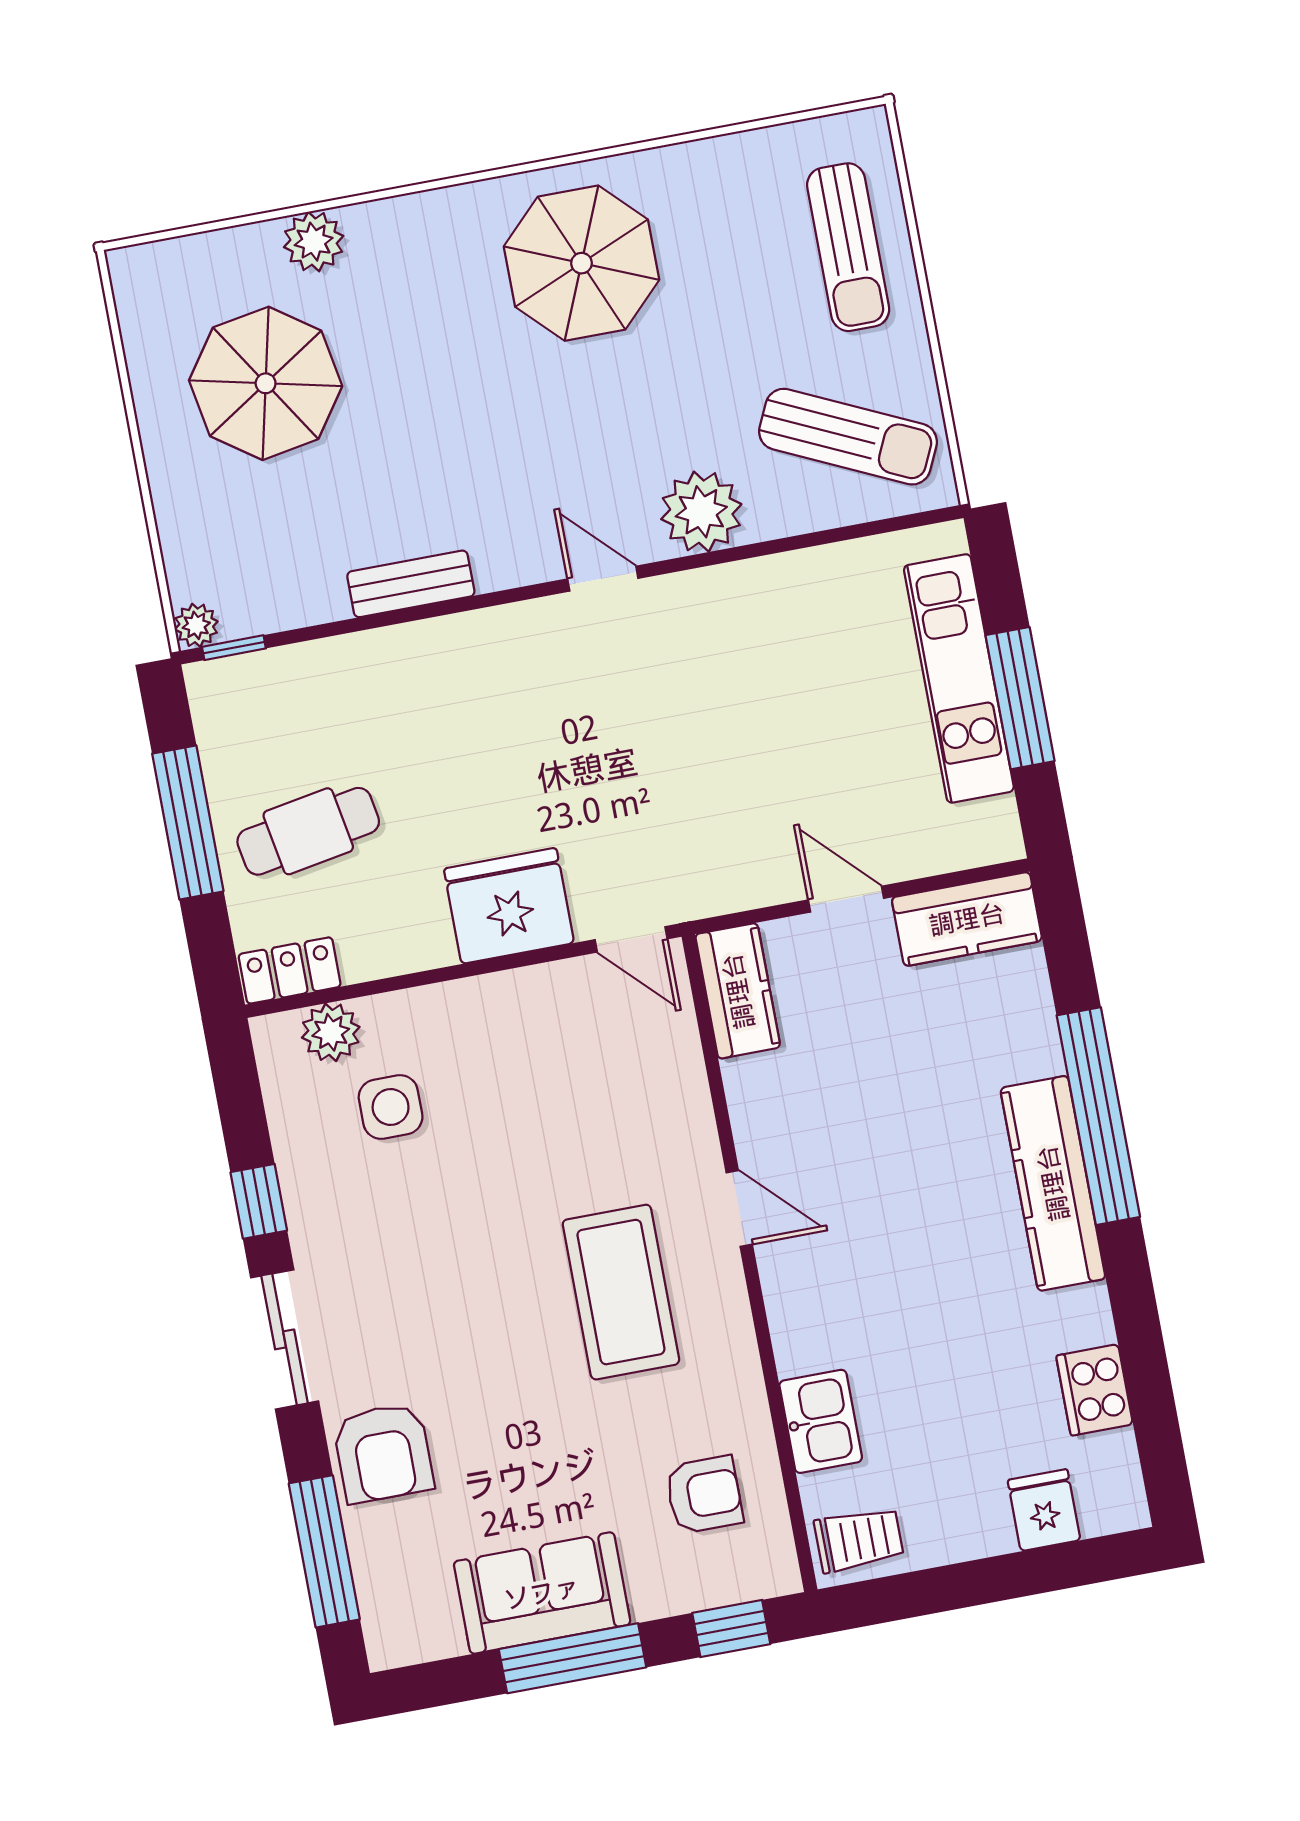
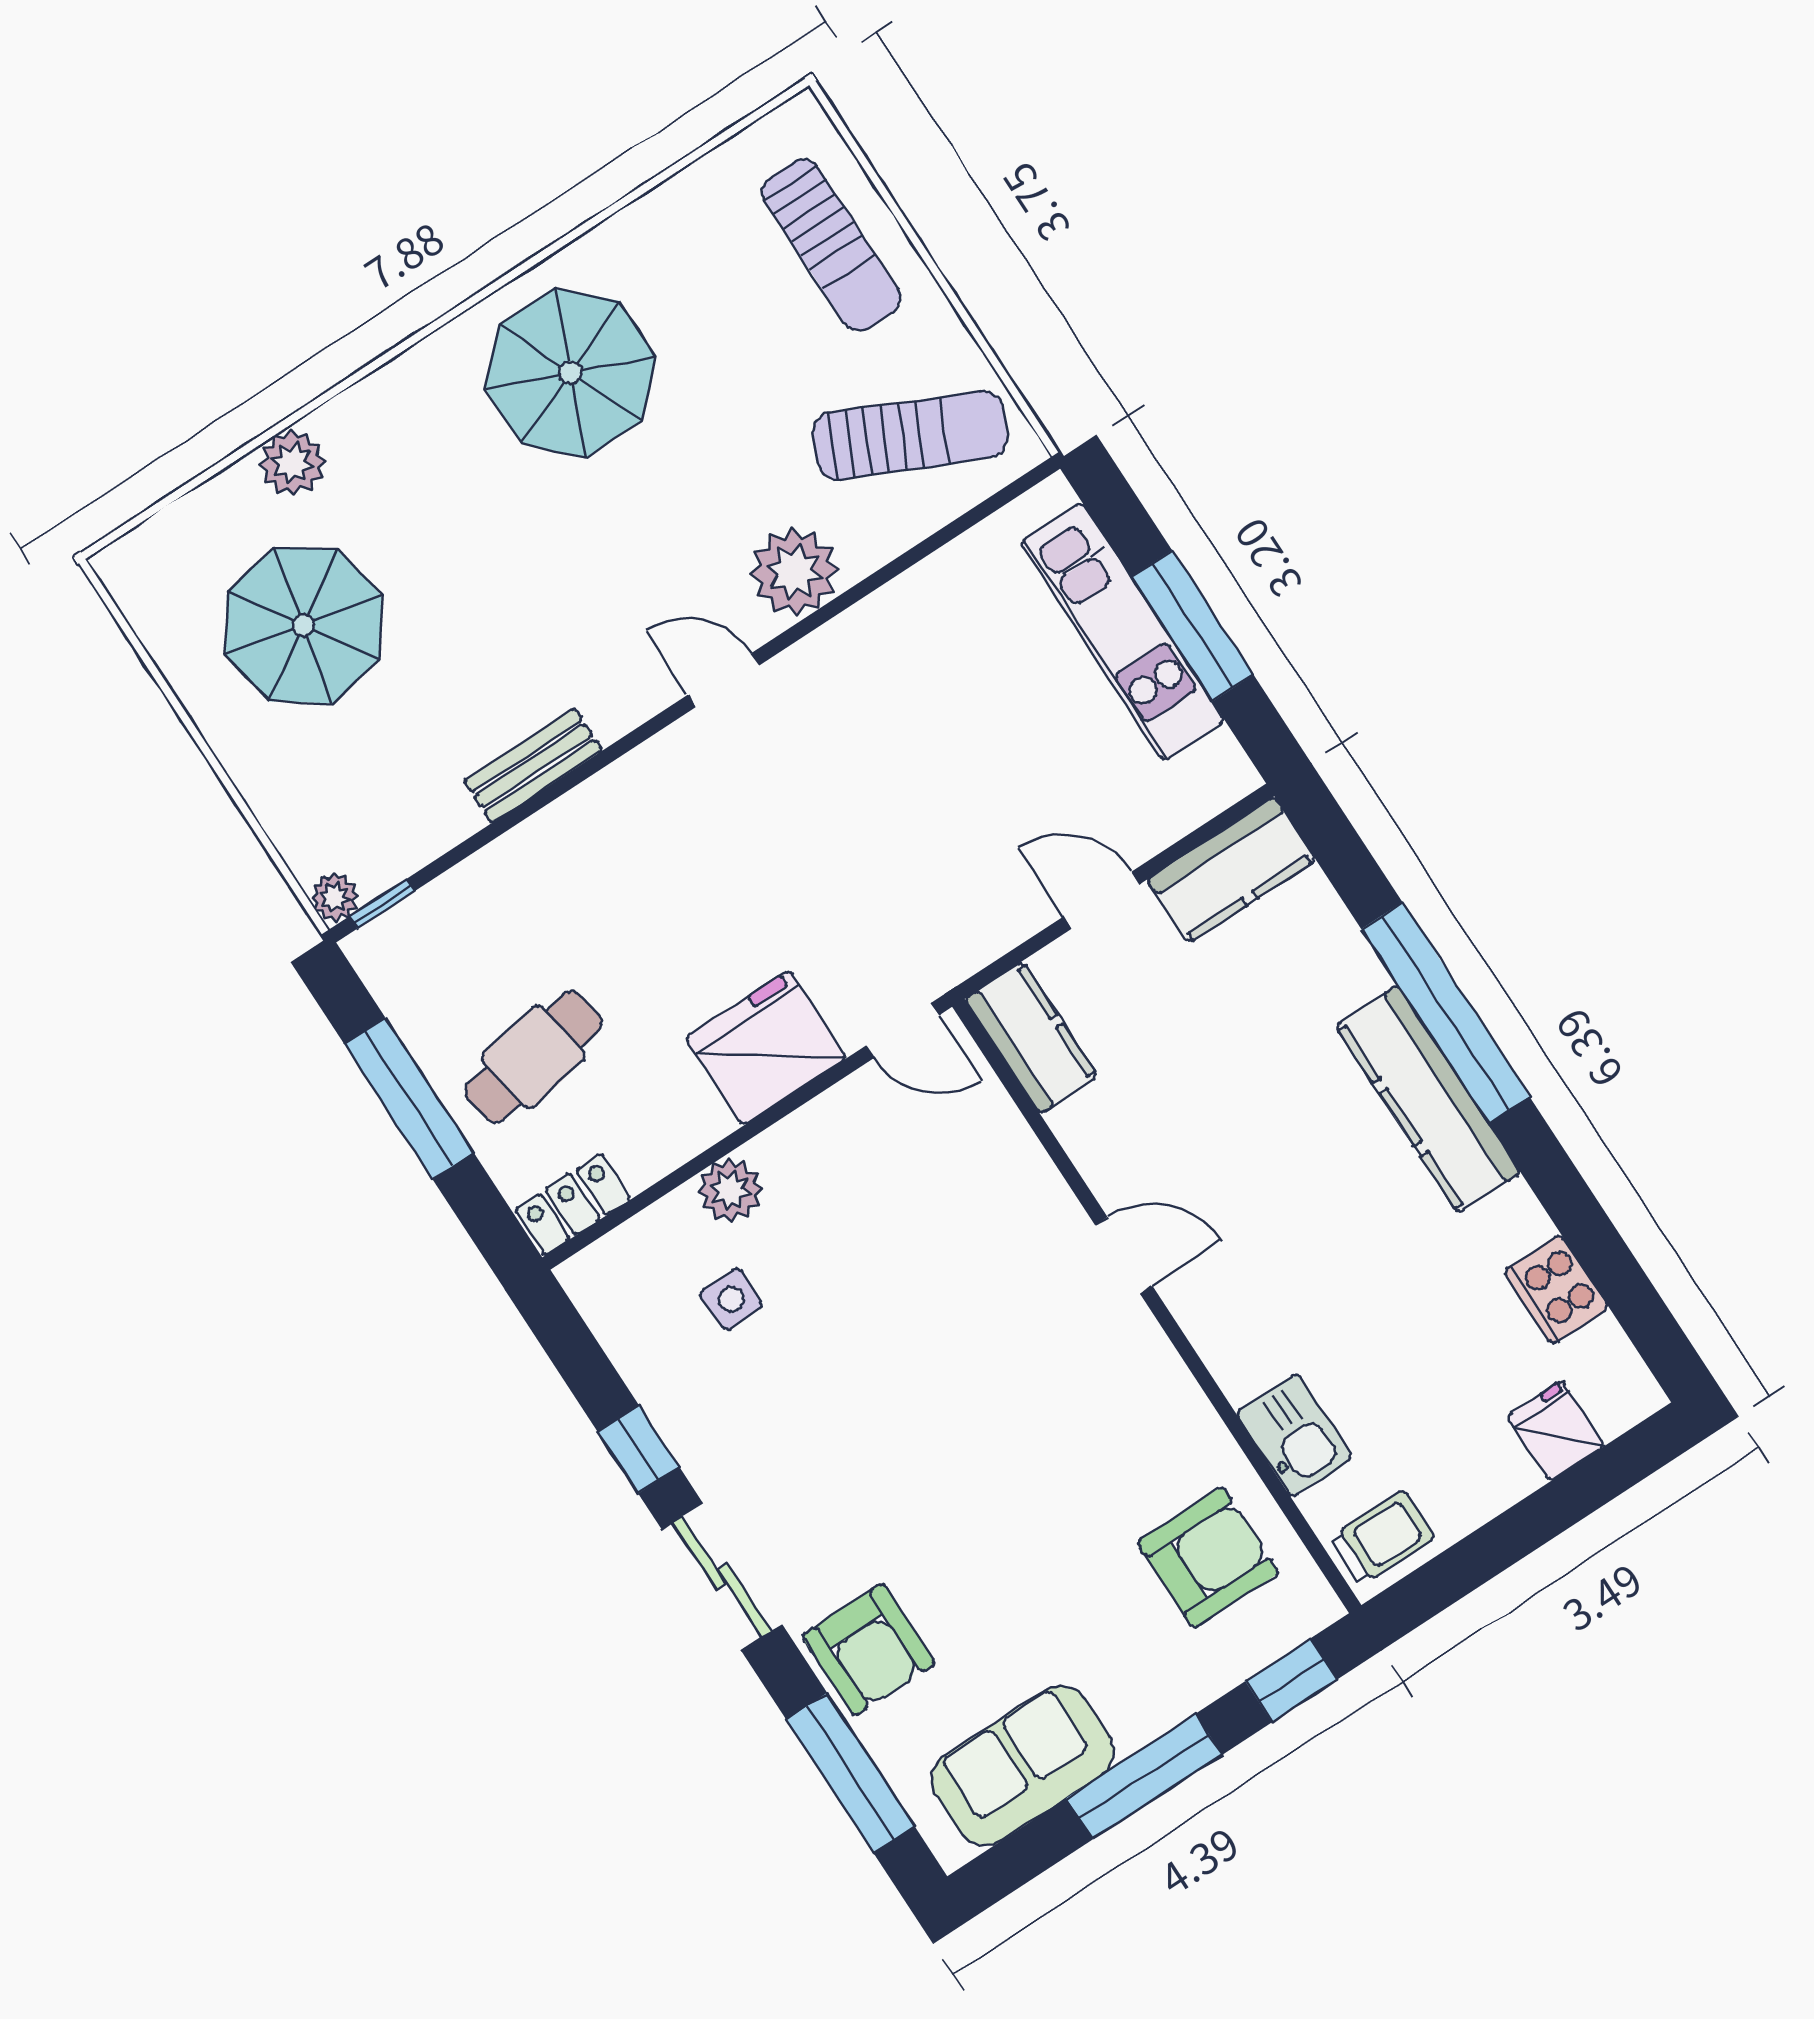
plant: (331, 1032) -> (730, 1190), moved
side table: (391, 1107) -> (731, 1299), width x0.73, depth x0.73
coffee table: (621, 1292) -> (1040, 1389), removed
armchair: (704, 1495) -> (1208, 1557), width x1.38, depth x1.38
sofa: (542, 1593) -> (1023, 1766), moved

